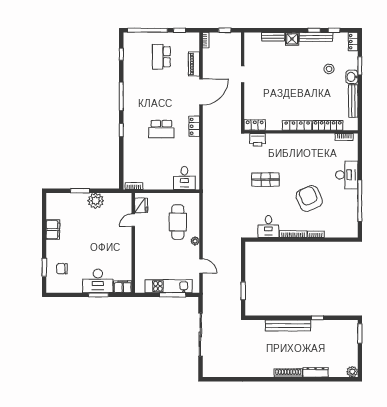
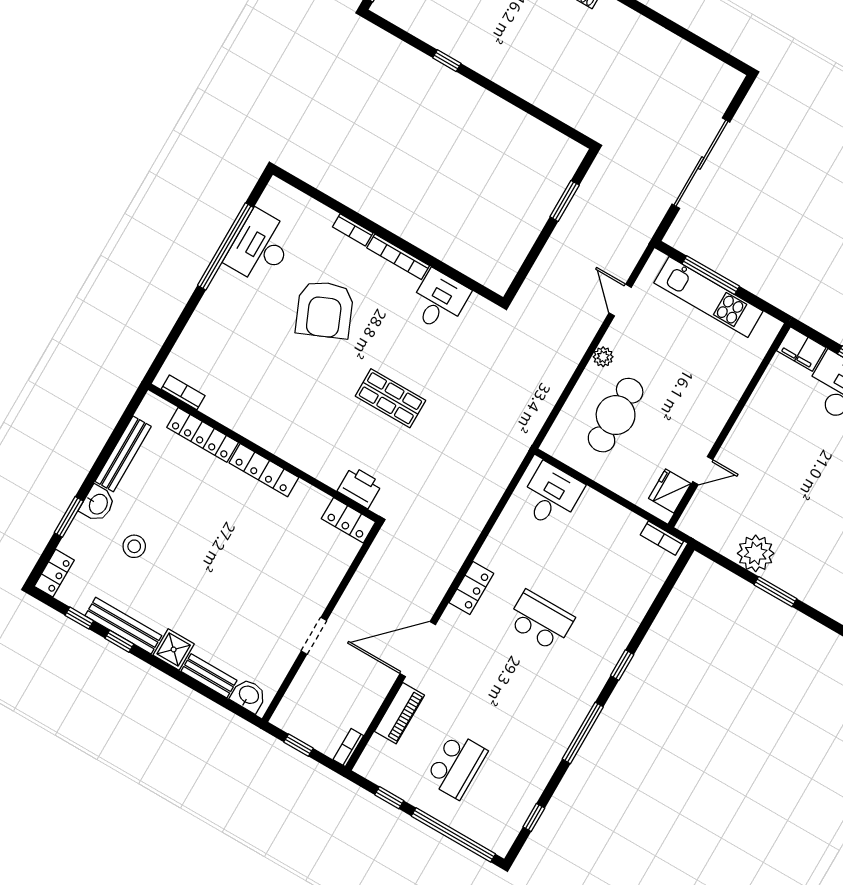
washbasin: (254, 38) -> (249, 695), added
desk: (347, 175) -> (260, 247), moved
bench: (288, 325) -> (515, 79), removed

